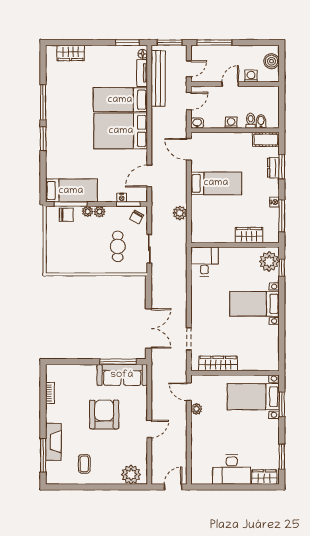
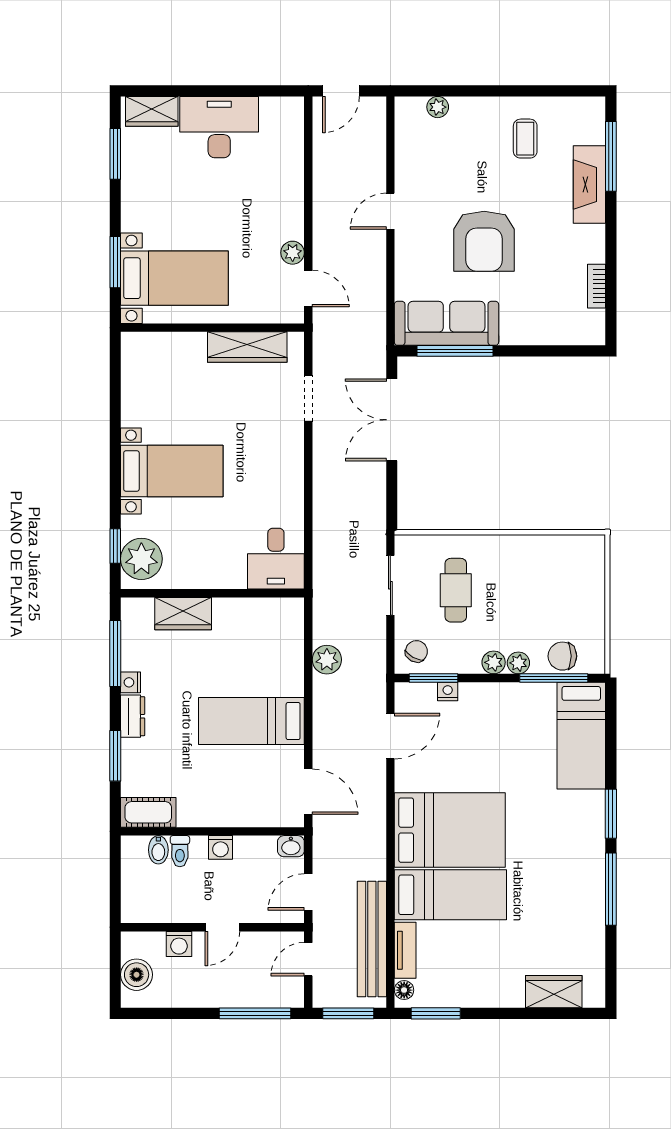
dresser: (273, 168) -> (133, 716), moved
bed: (71, 191) -> (581, 736), moved, turned -90
plant: (131, 475) -> (438, 107), width x0.53, depth x0.53

